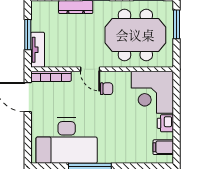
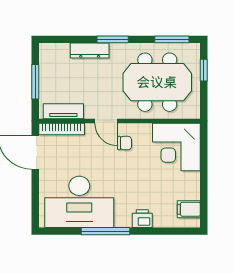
window: (176, 24) -> (204, 70), width x0.67
tv unit: (38, 50) -> (63, 111), moved, turned -90
printer: (165, 123) -> (142, 219), moved, turned 90

